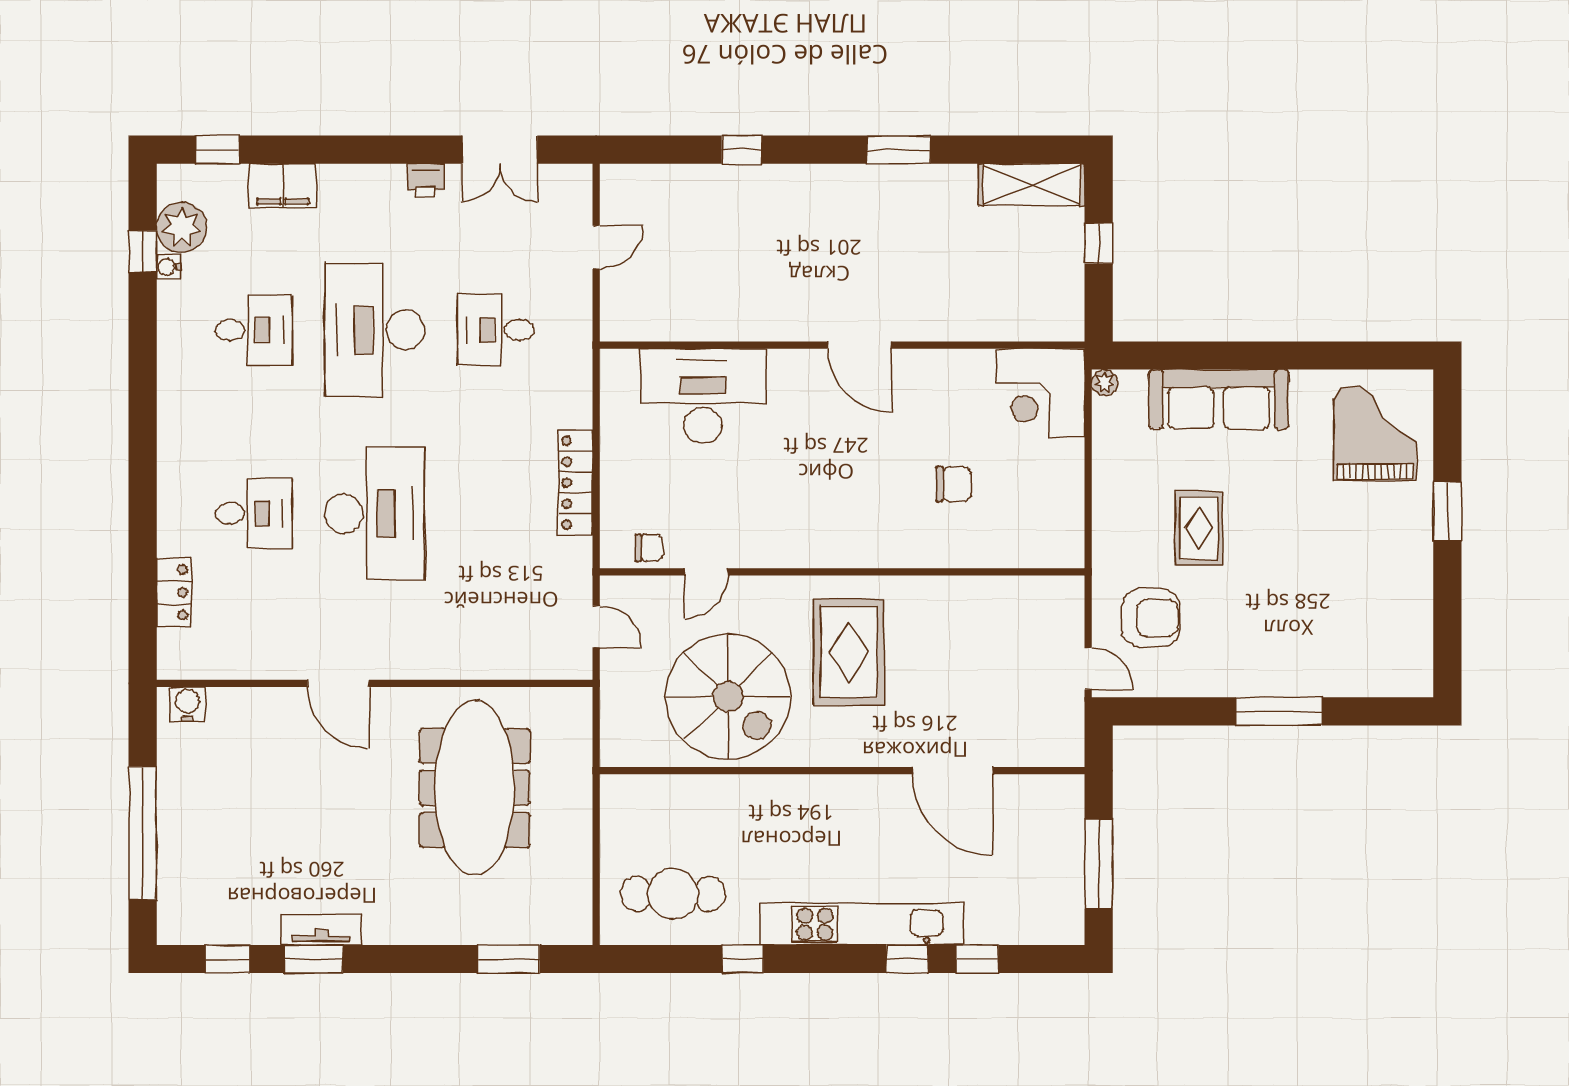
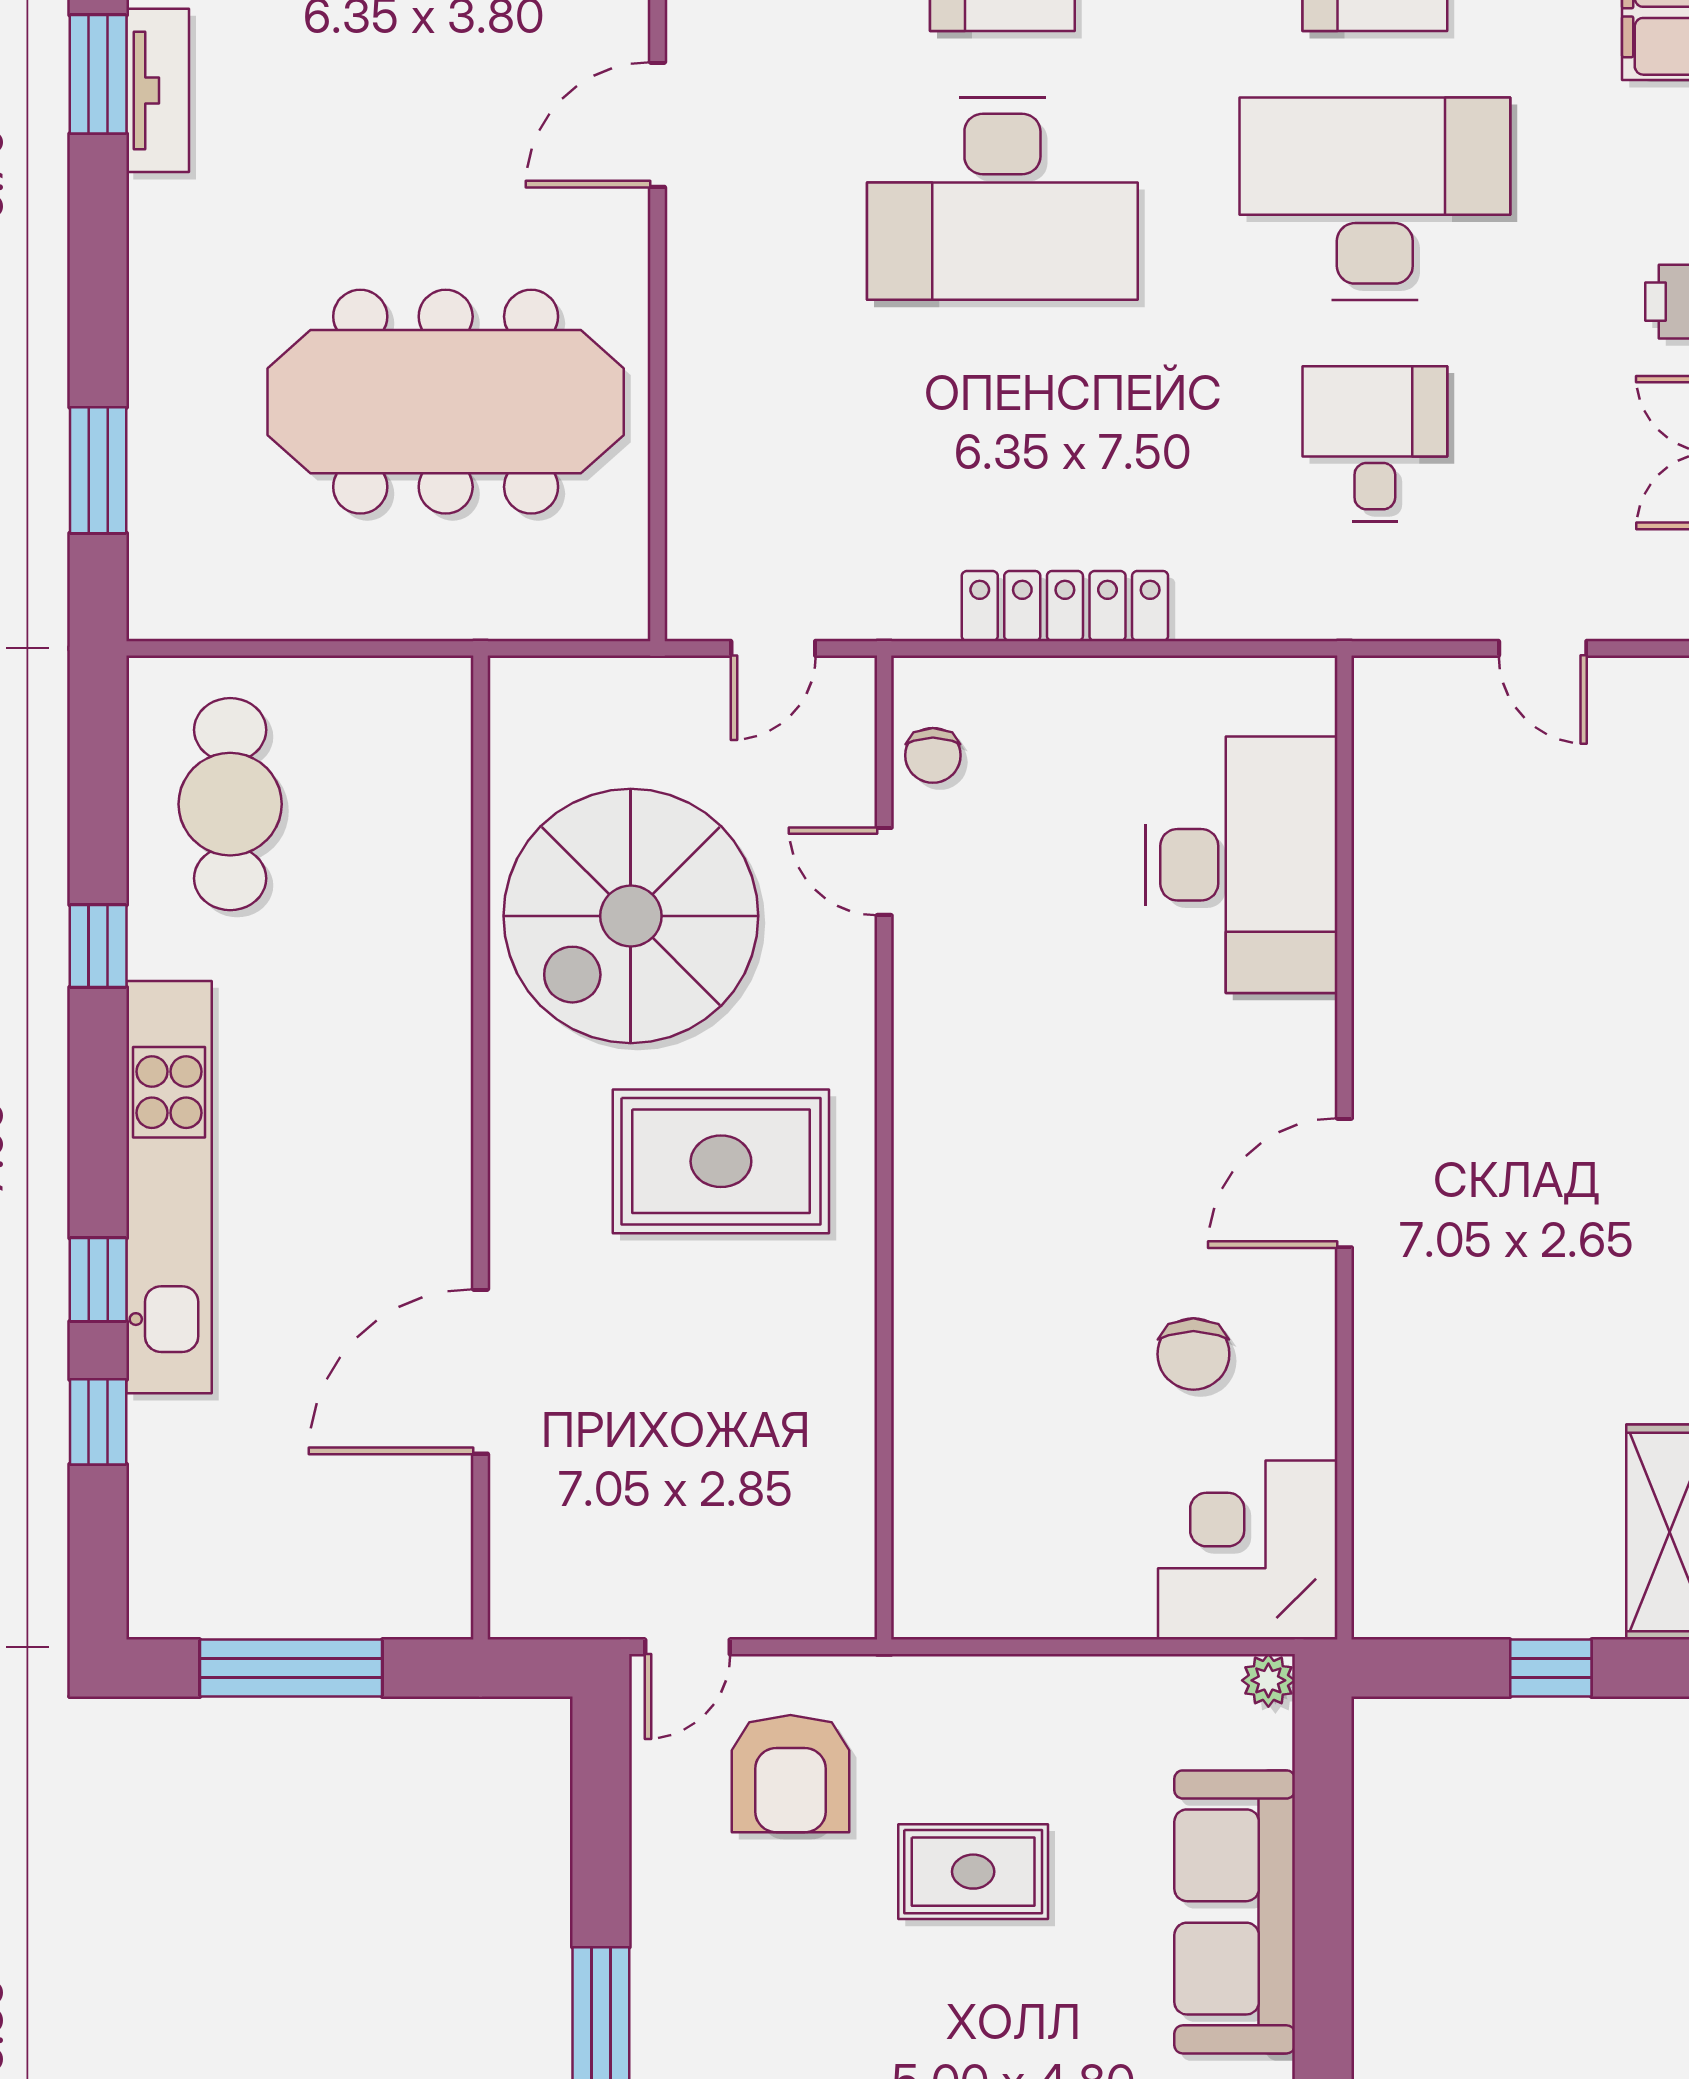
chair: (954, 484) -> (1193, 1354), moved

